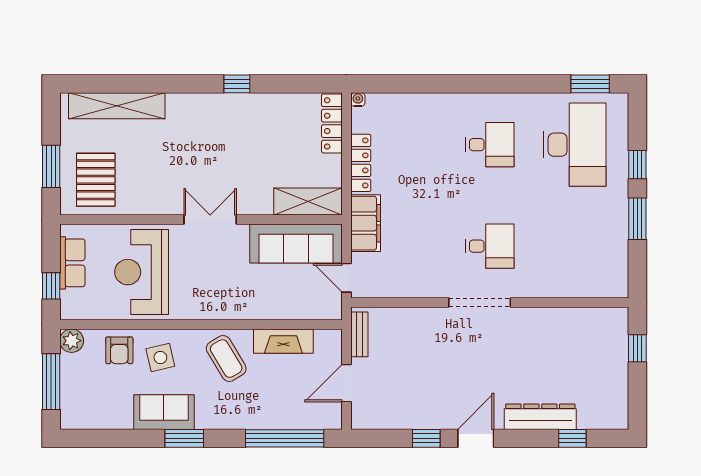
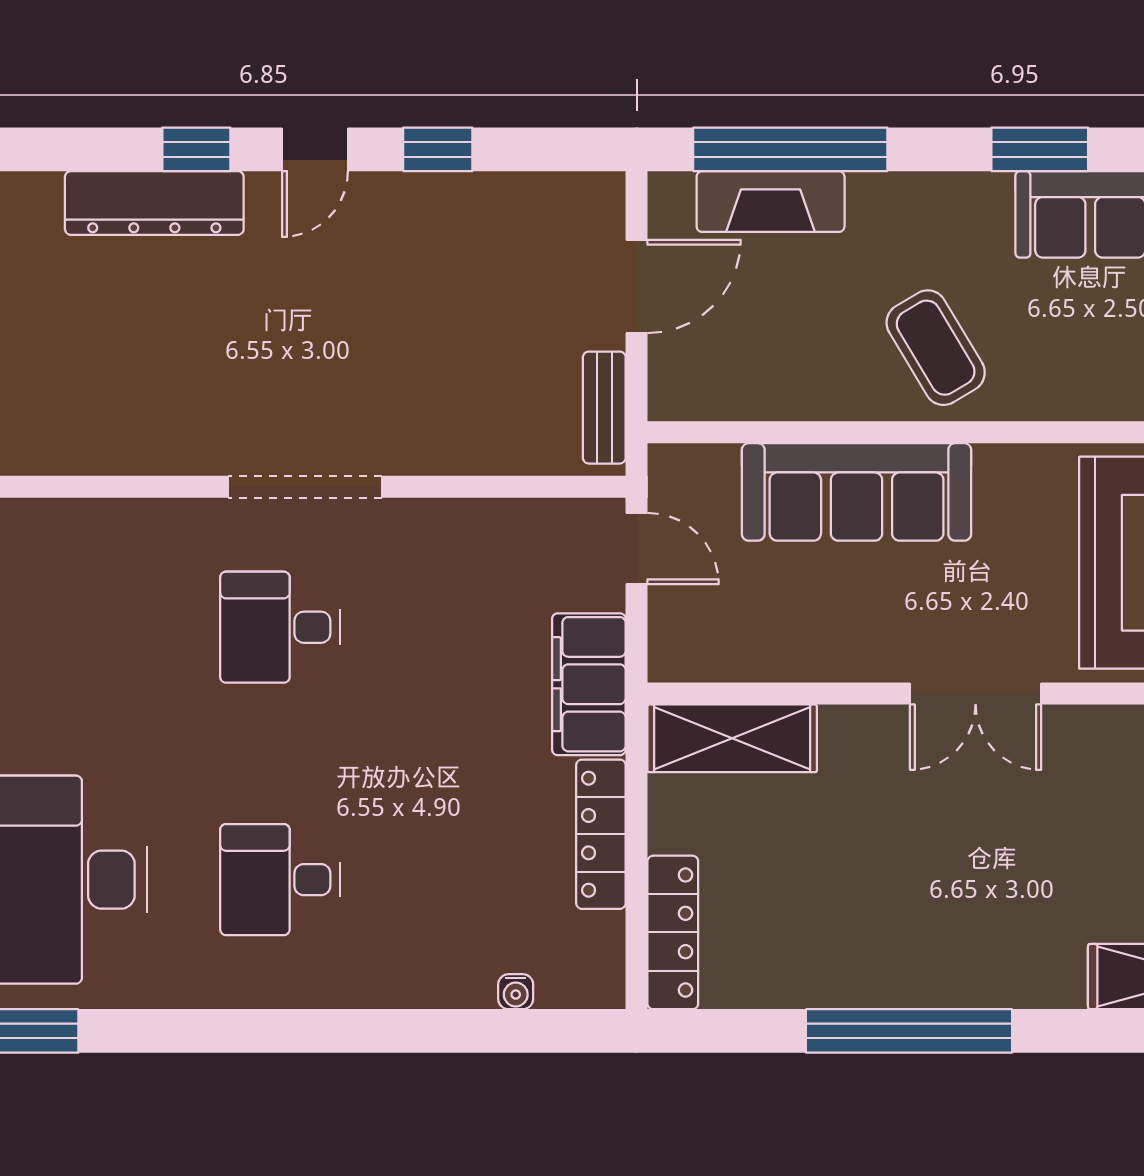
window: (237, 84) -> (909, 1031), width x3.17
water cooler: (358, 100) -> (516, 992), moved
sofa: (296, 243) -> (857, 492), moved, turned 180
fireplace: (283, 341) -> (771, 202), moved, turned 180
side table: (160, 358) -> (1099, 350), removed
door: (476, 438) -> (315, 149), width x0.73
window: (572, 438) -> (196, 149), moved

